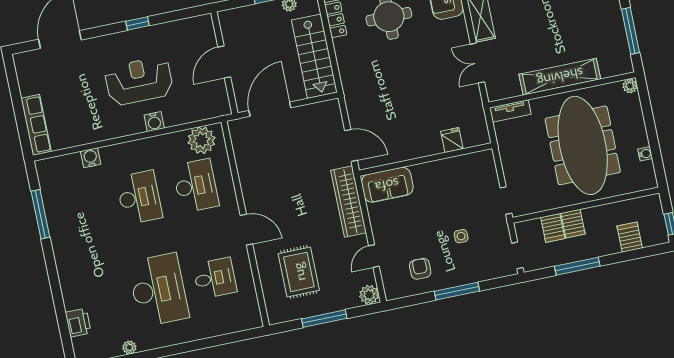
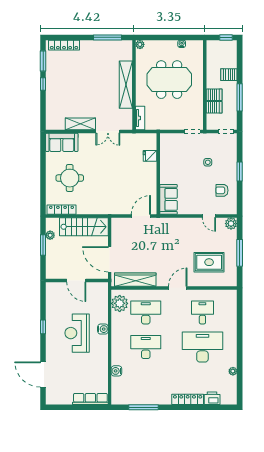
meeting table: (583, 145) -> (169, 80), width x0.73
wardrobe: (349, 201) -> (135, 280), moved, turned 180
server rack: (630, 237) -> (229, 75), moved
locker: (68, 283) -> (188, 399), added
window: (457, 291) -> (240, 171), width x0.69

